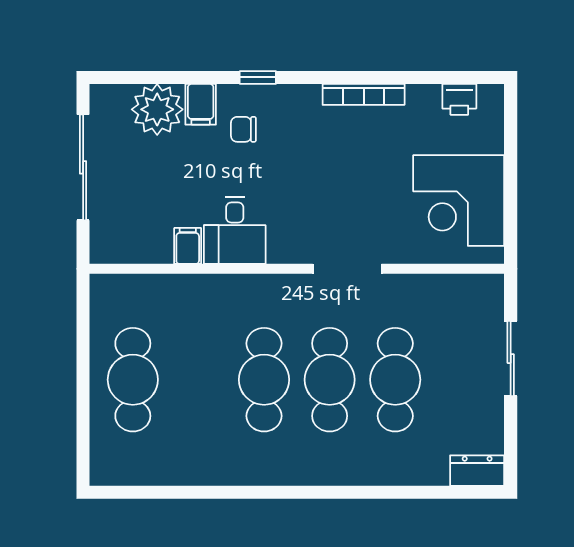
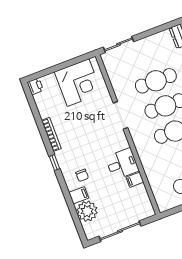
window: (258, 77) -> (55, 163), moved
printer: (459, 99) -> (35, 86), moved
sliding door: (511, 359) -> (118, 44), moved

